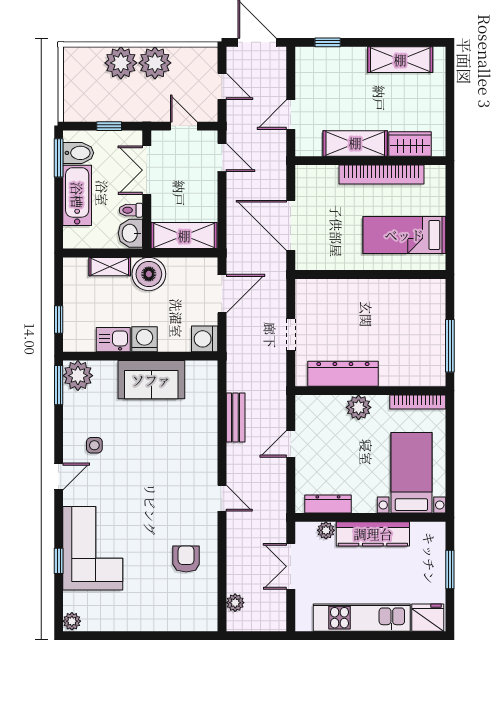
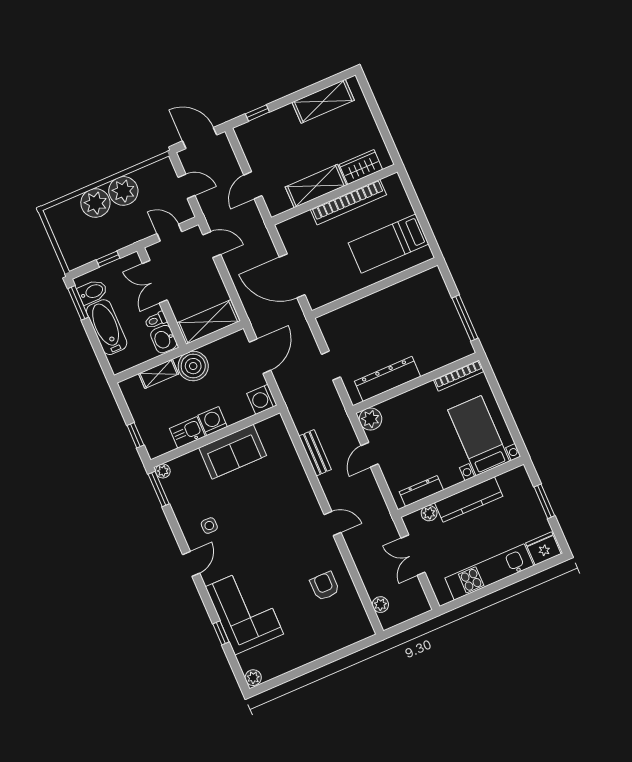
plant: (78, 376) -> (163, 471), width x0.53, depth x0.53
plant: (359, 407) -> (370, 419), moved

